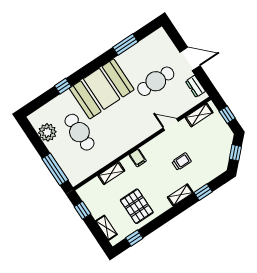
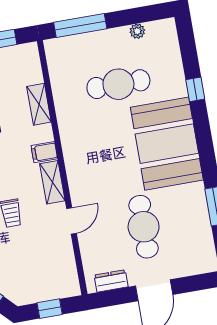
shelving: (199, 115) -> (52, 182), moved
plant: (47, 132) -> (137, 31), width x0.53, depth x0.53

